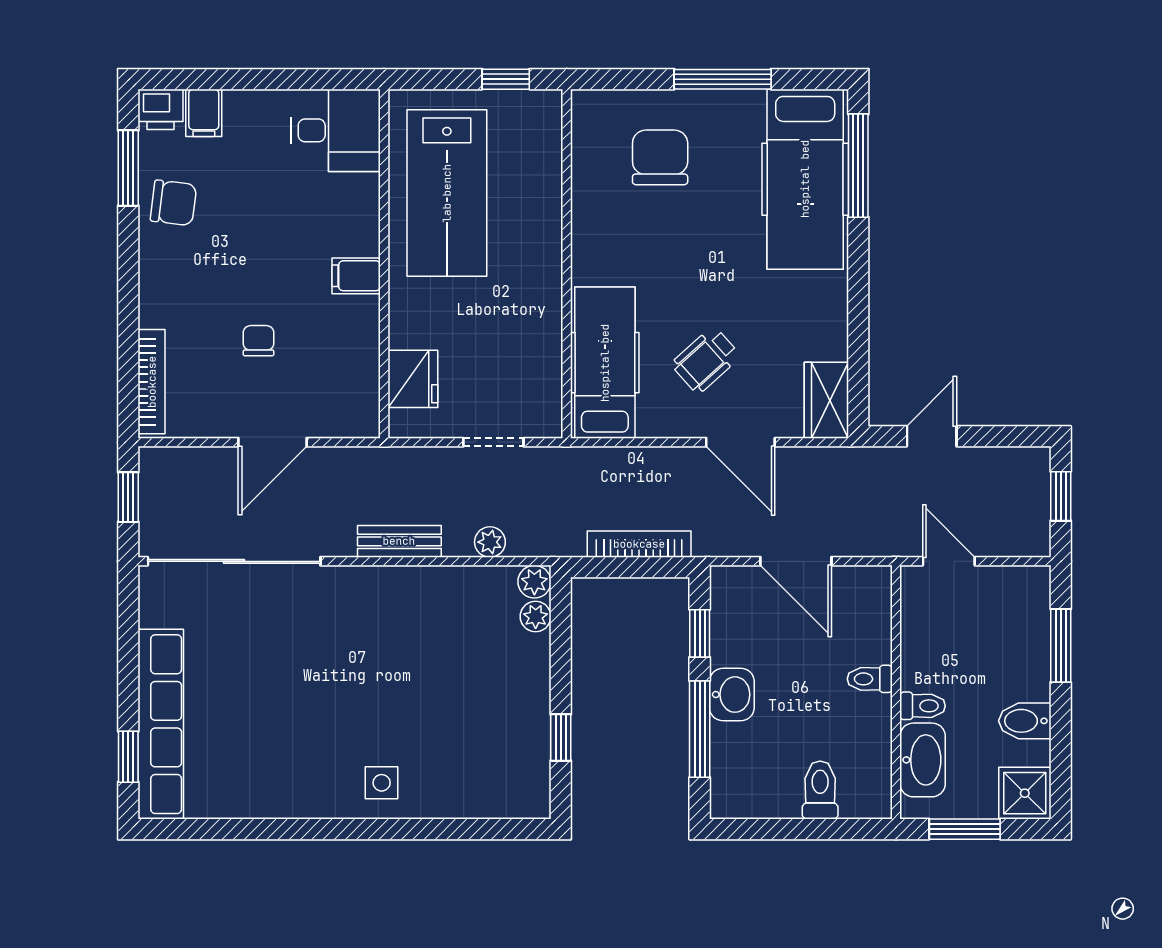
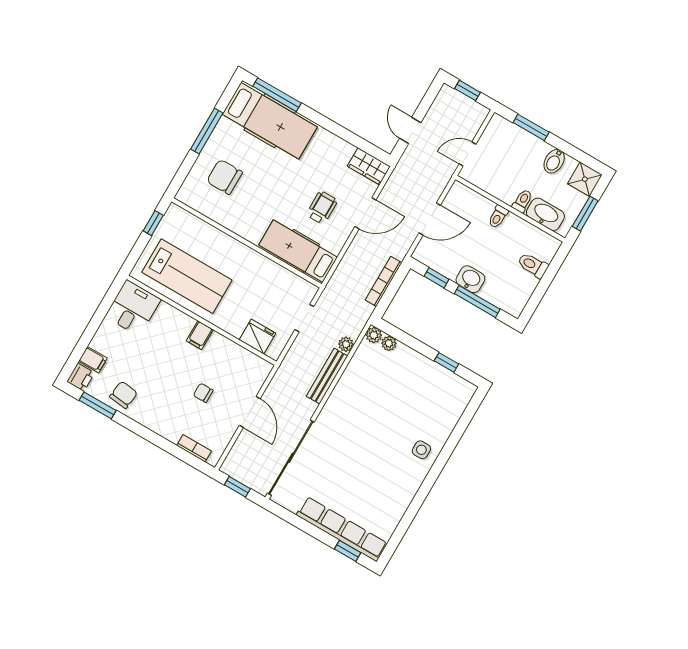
wheelchair: (706, 360) -> (322, 208), turned -138
bookcase: (152, 382) -> (194, 448), width x0.64
bench: (399, 541) -> (327, 376), width x1.36

